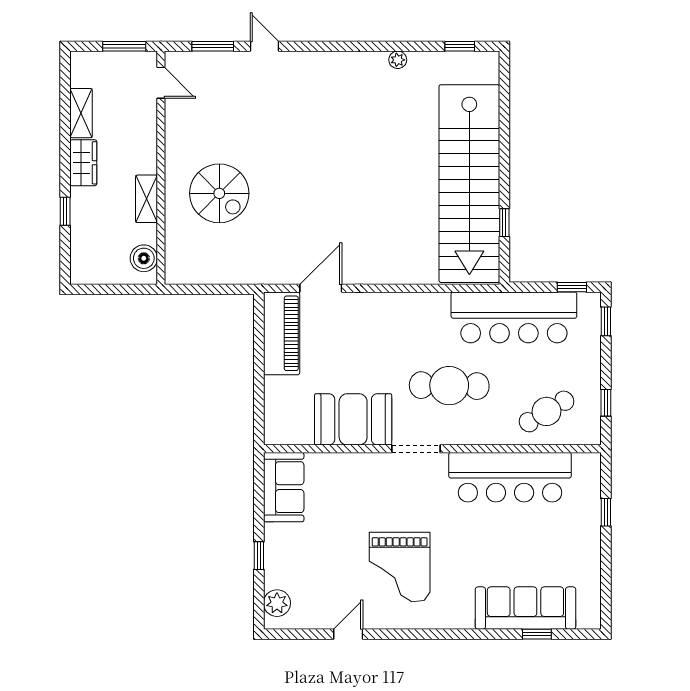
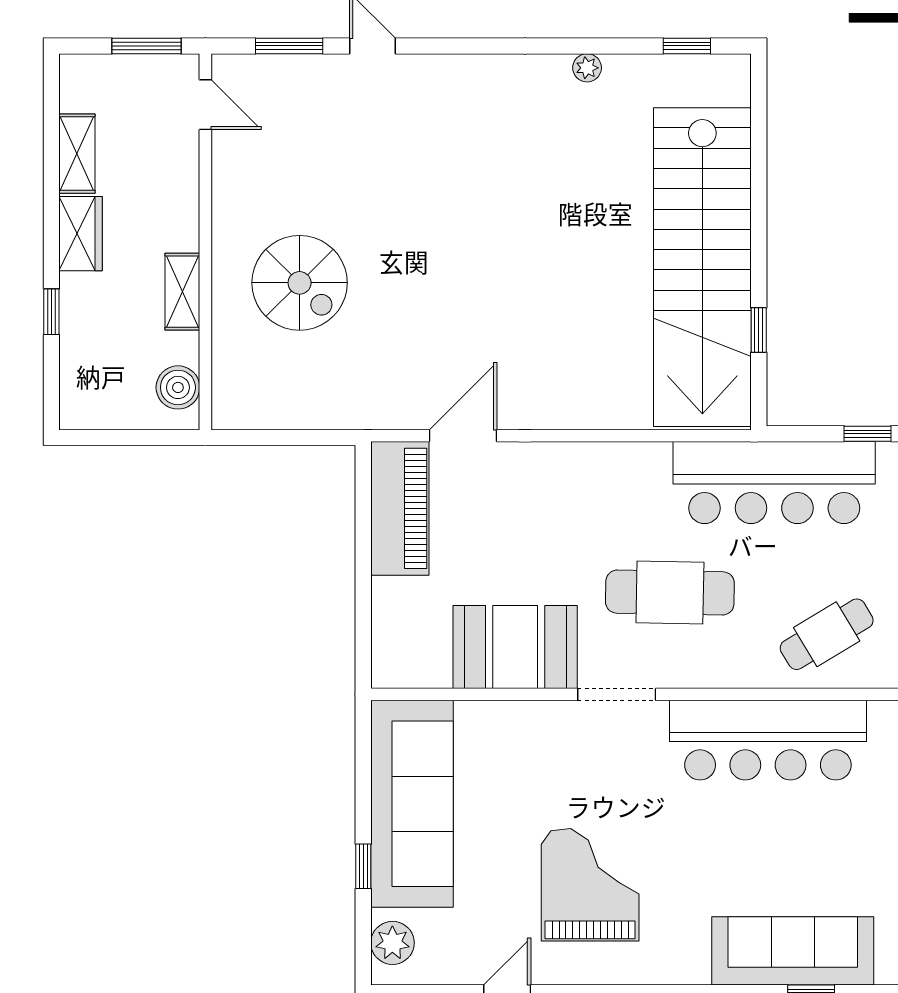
sofa: (284, 487) -> (412, 804), width x1.85, depth x1.27
grand piano: (400, 567) -> (590, 885), turned 180

